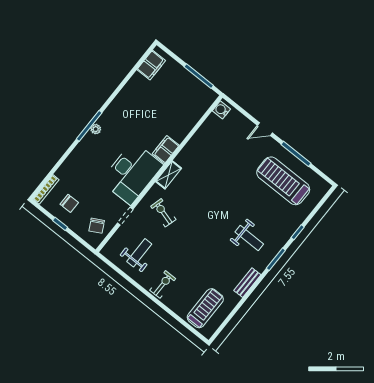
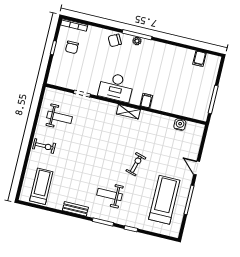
filing cabinet: (151, 65) -> (199, 59), width x0.50
water cooler: (221, 110) -> (180, 125), moved
filing cabinet: (166, 150) -> (146, 101), width x0.50
desk: (132, 173) -> (116, 87), width x0.73, depth x0.77
exercise bike: (163, 213) -> (136, 164), moved
chair: (97, 226) -> (115, 40), moved
weight bench: (249, 238) -> (110, 195), turned 90
treadmill: (205, 308) -> (41, 186), turned -90

